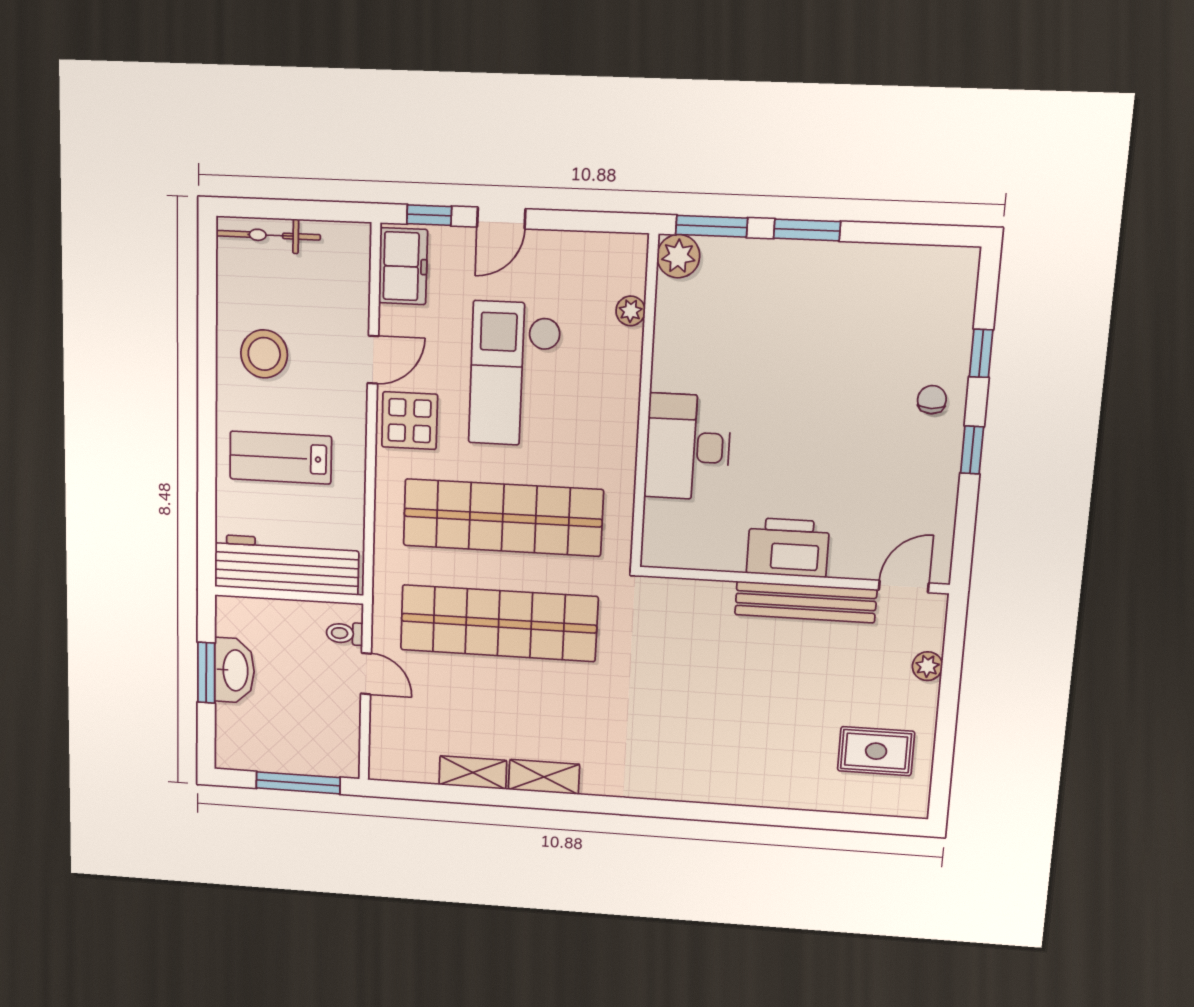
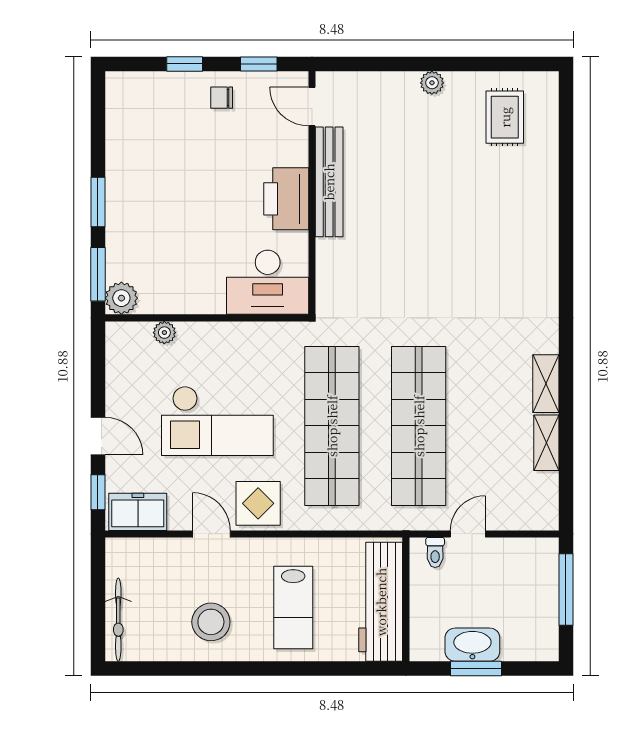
printer: (788, 548) -> (286, 199), moved
wall: (793, 580) -> (312, 193), moved
door: (904, 587) -> (312, 107), moved
bench: (806, 602) -> (329, 182), moved

